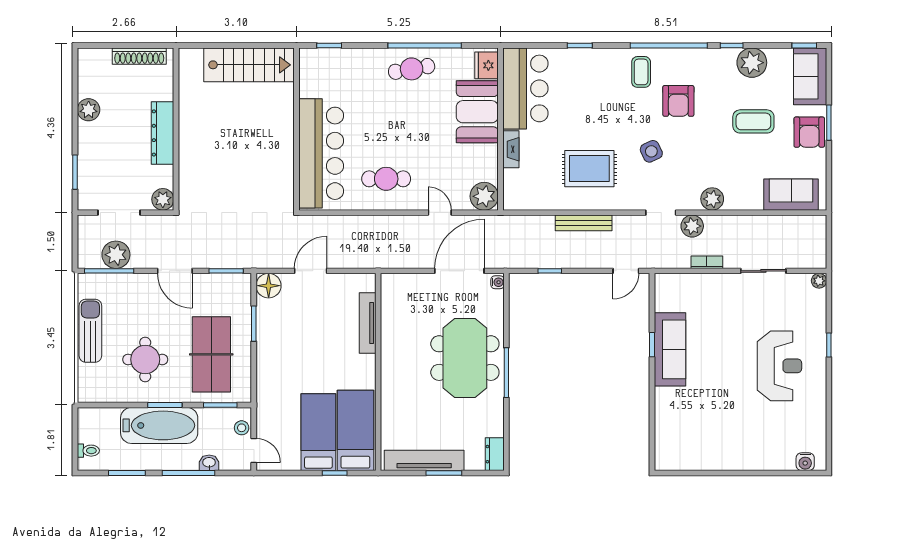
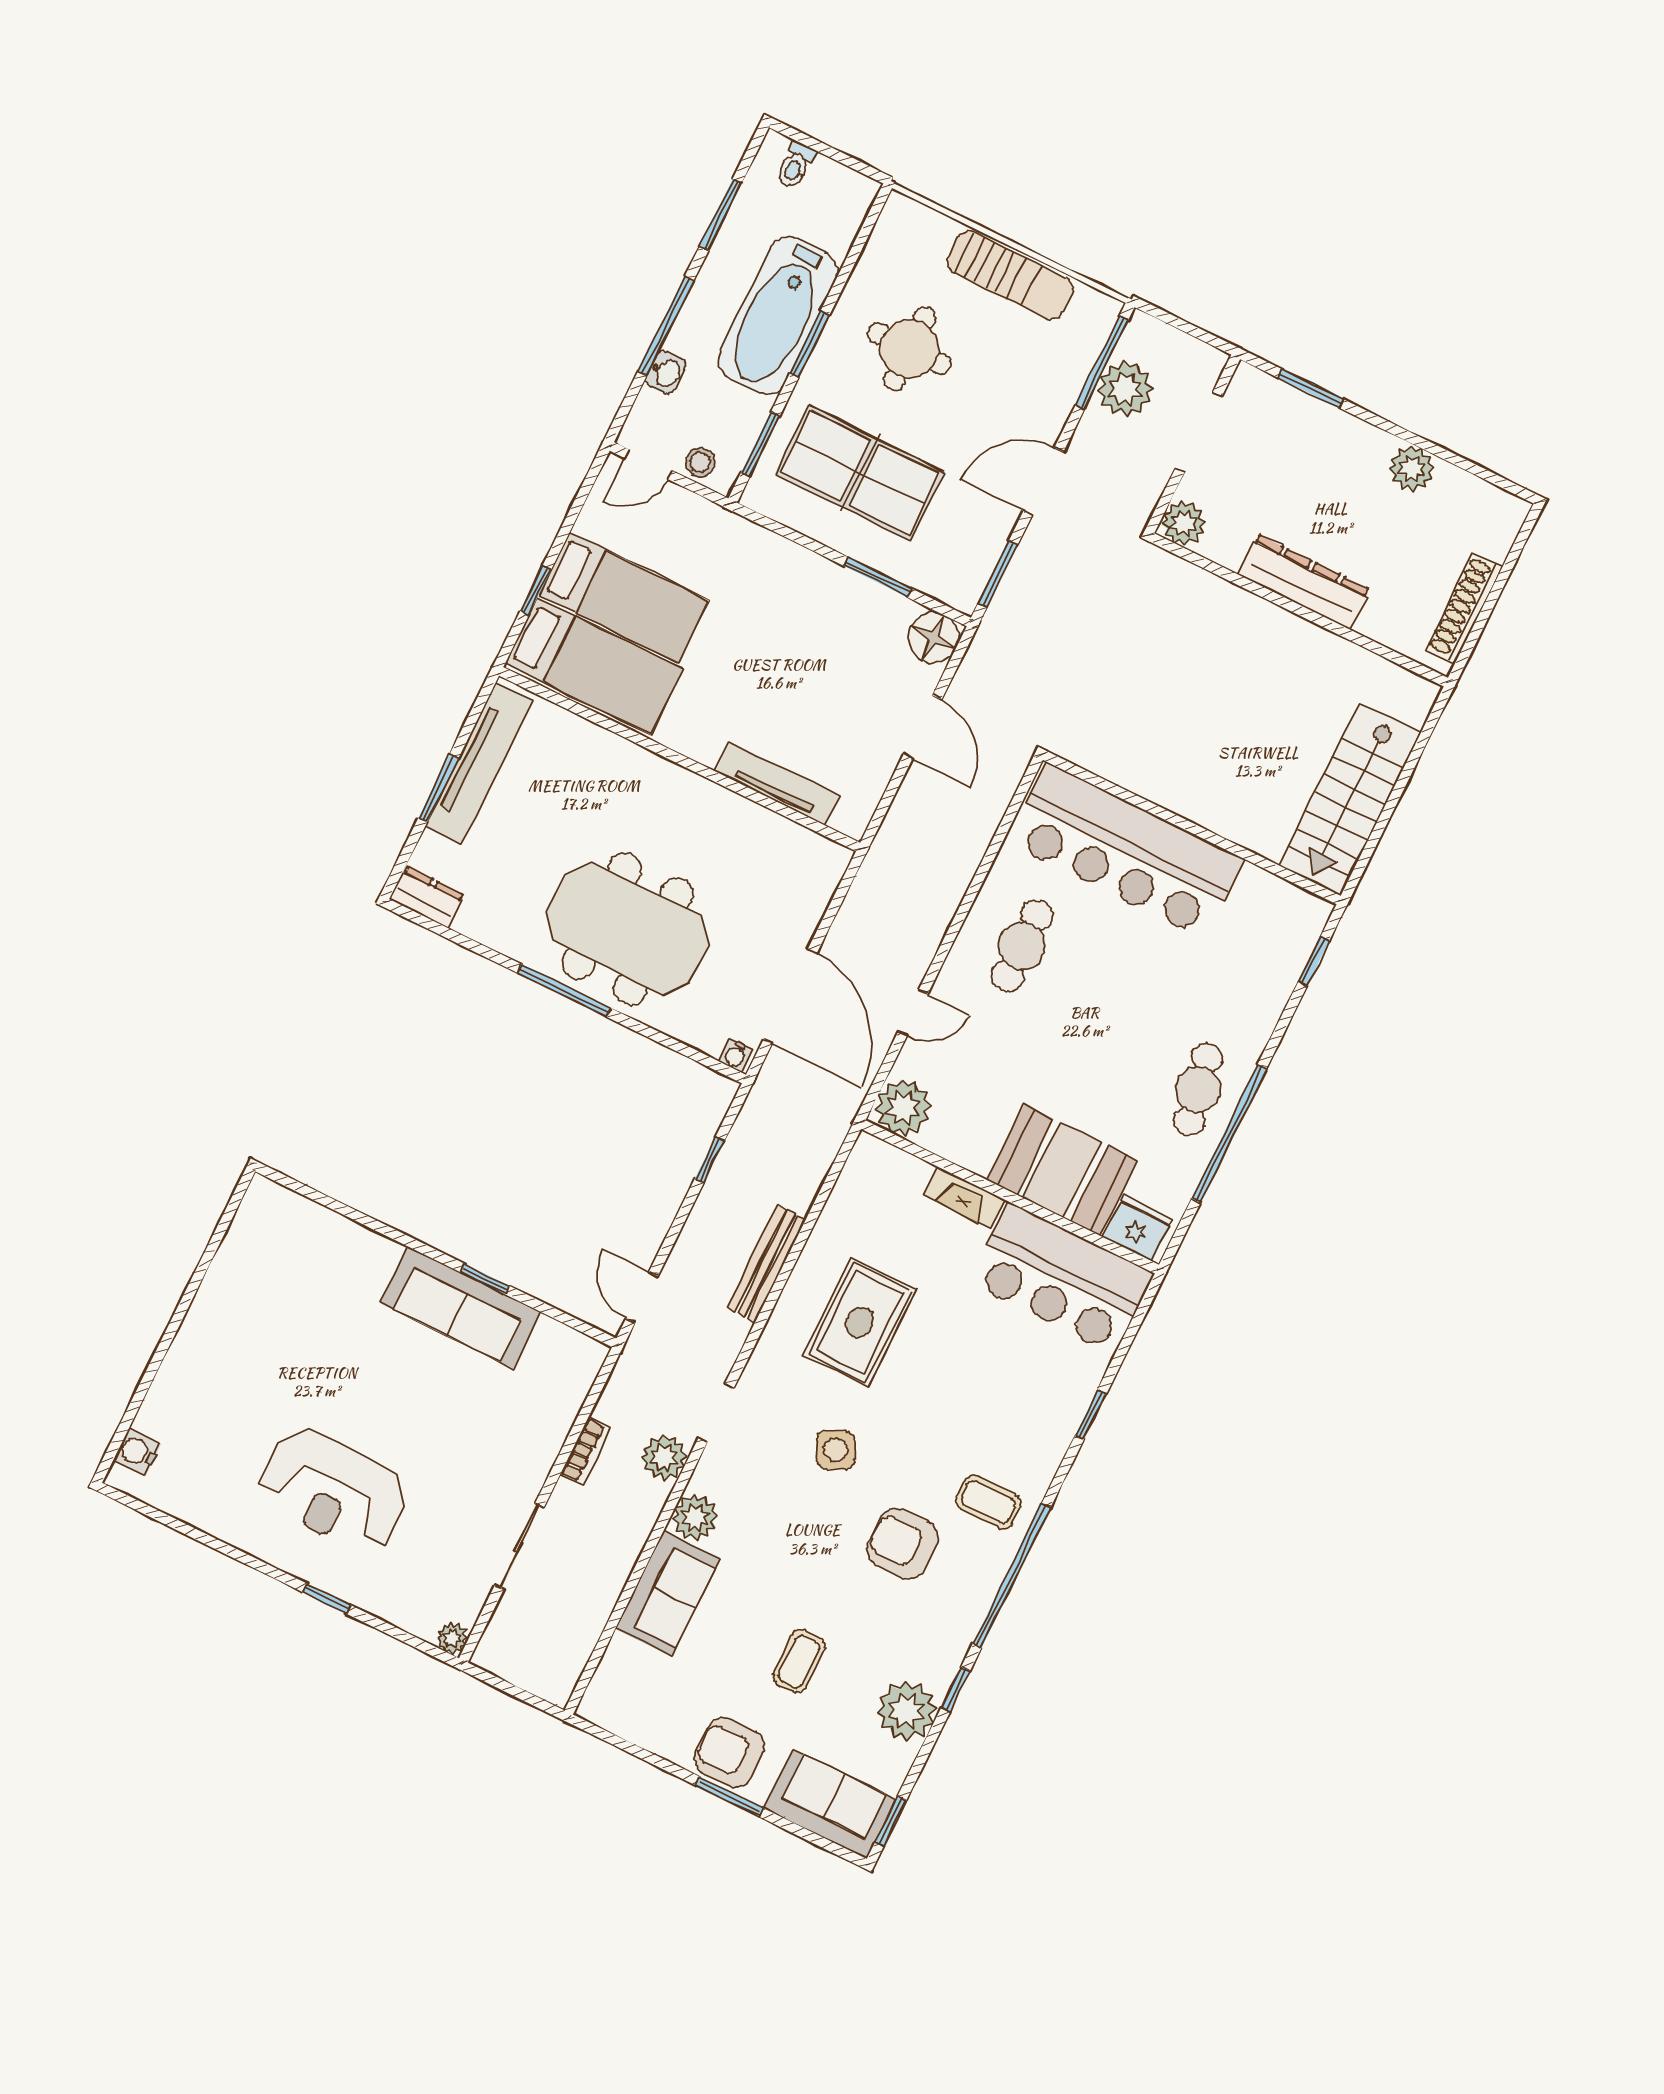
coffee table: (753, 121) -> (799, 1661), width x0.73, depth x0.77
sofa: (791, 195) -> (667, 1594), moved

